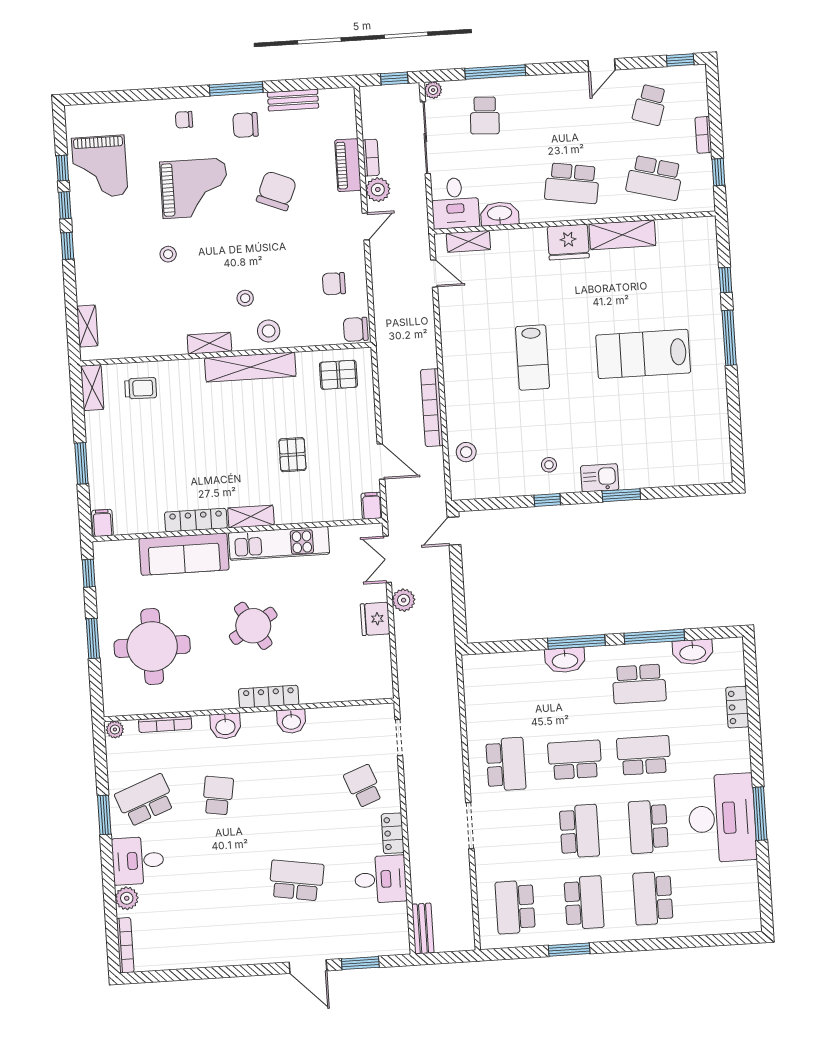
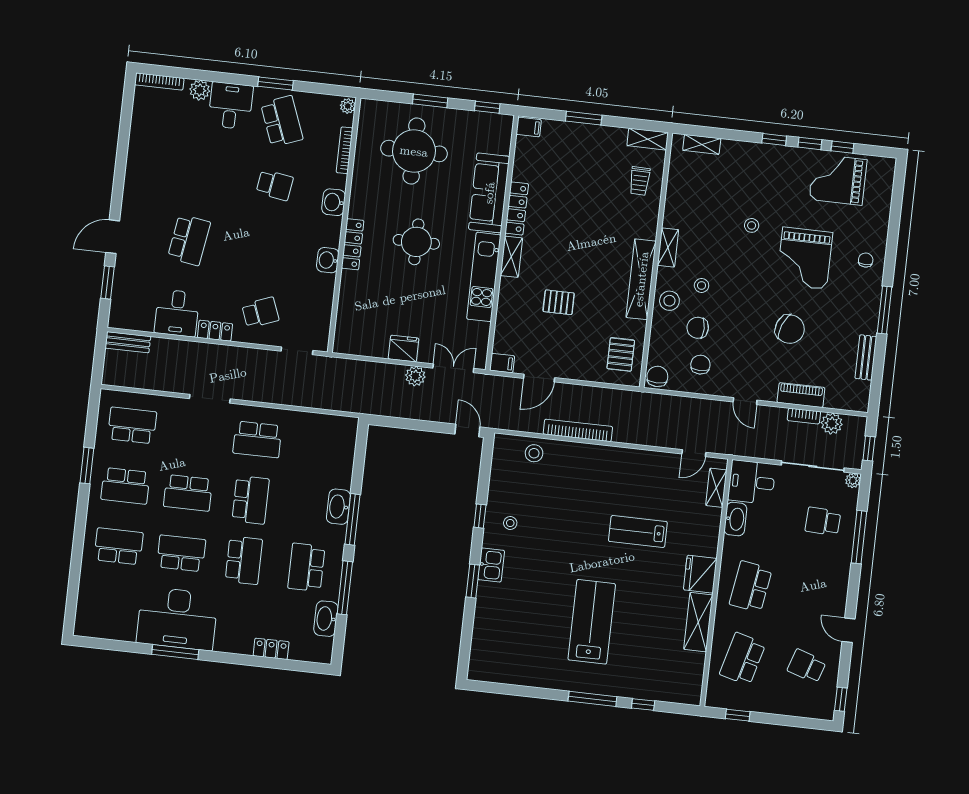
chair: (245, 125) -> (698, 328), moved, turned -90
bookcase: (703, 135) -> (772, 708), removed
plant: (378, 190) -> (832, 424), moved
lab bench: (533, 357) -> (638, 531), moved
round table: (253, 626) -> (416, 242), turned 31

